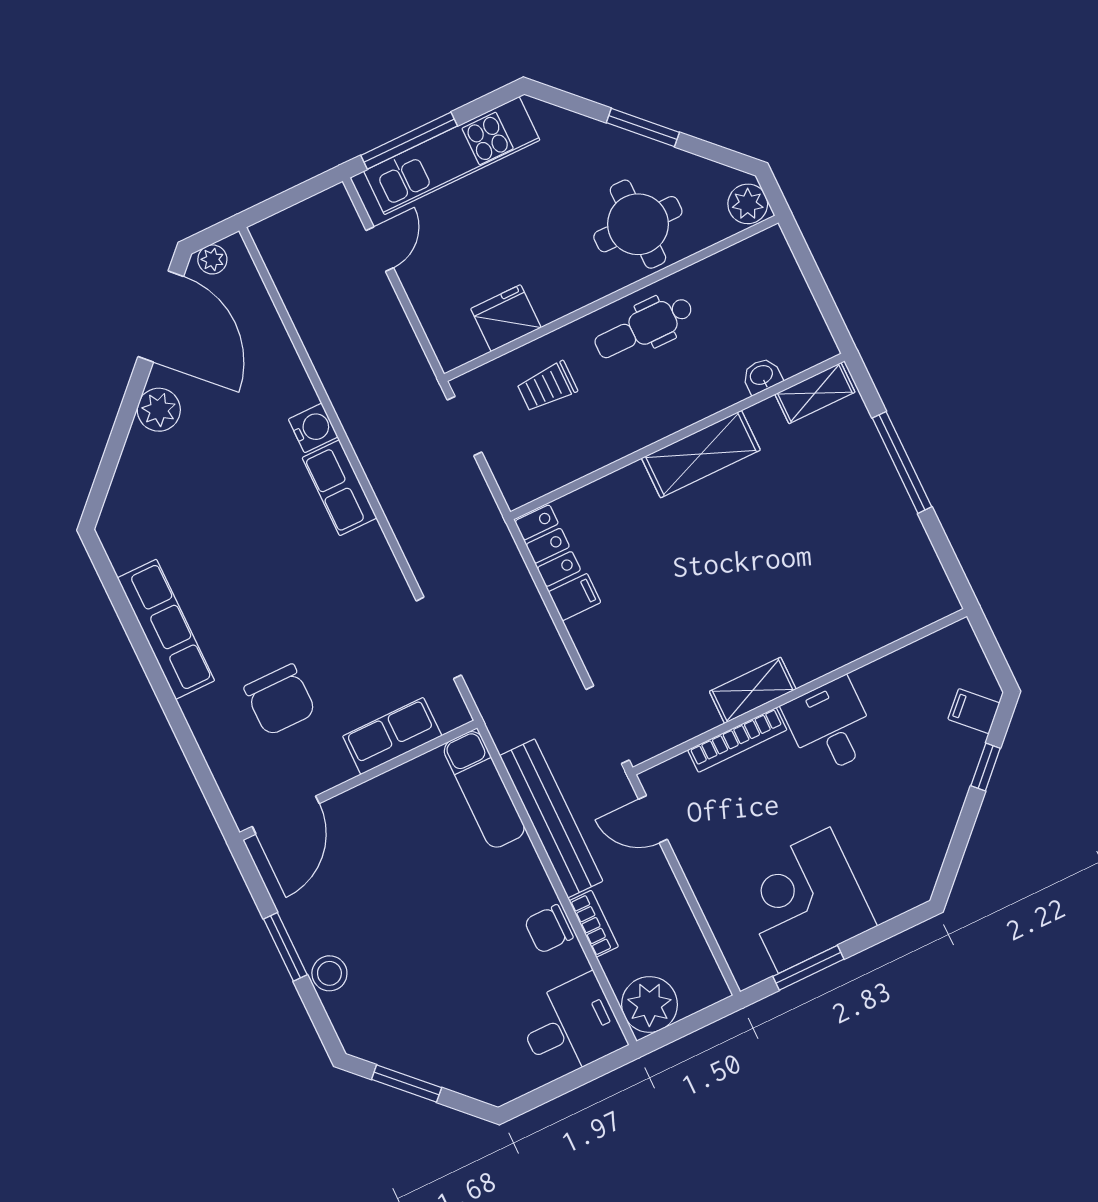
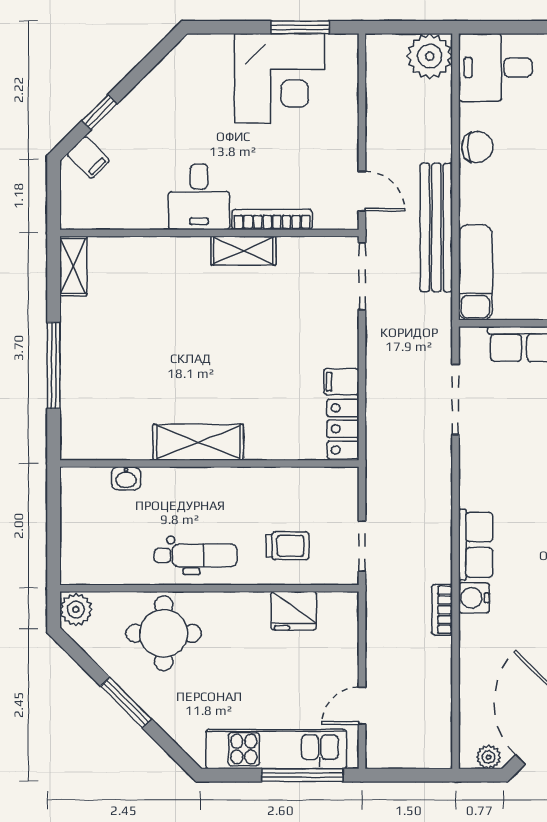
shelving: (815, 393) -> (73, 266), moved, turned 90
bookcase: (594, 924) -> (442, 610), moved

